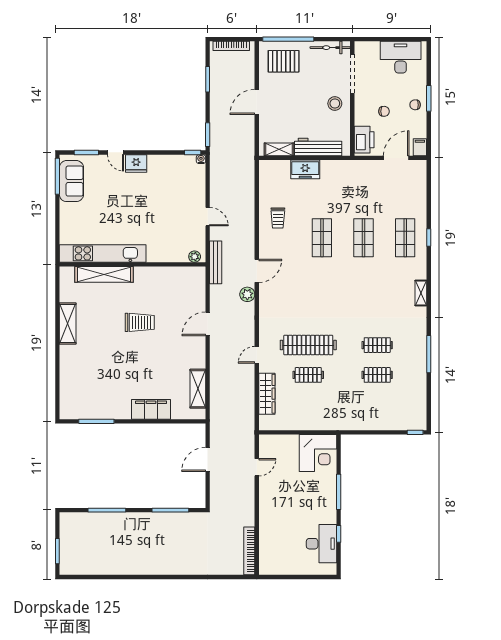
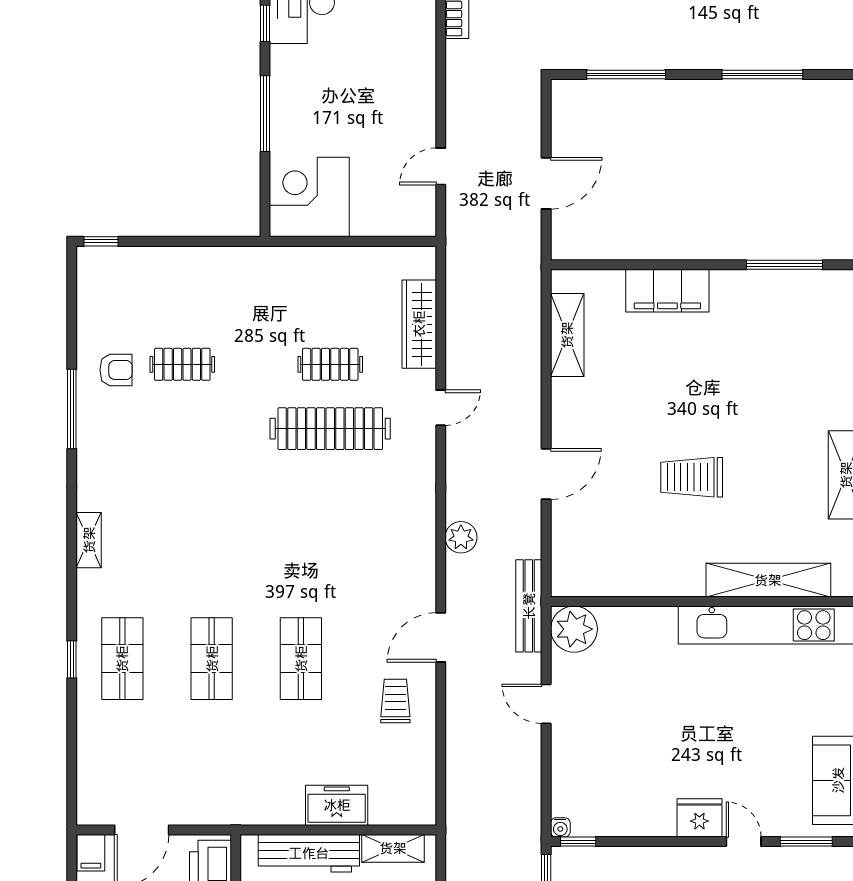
plant: (195, 257) -> (574, 629), width x1.87, depth x1.87
door: (257, 271) -> (441, 637), moved
clothes rail: (377, 345) -> (182, 429), removed
armchair: (408, 372) -> (116, 370), added

